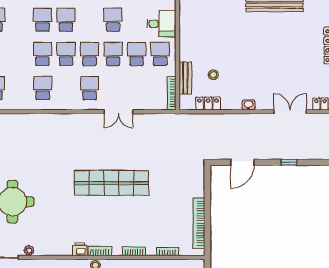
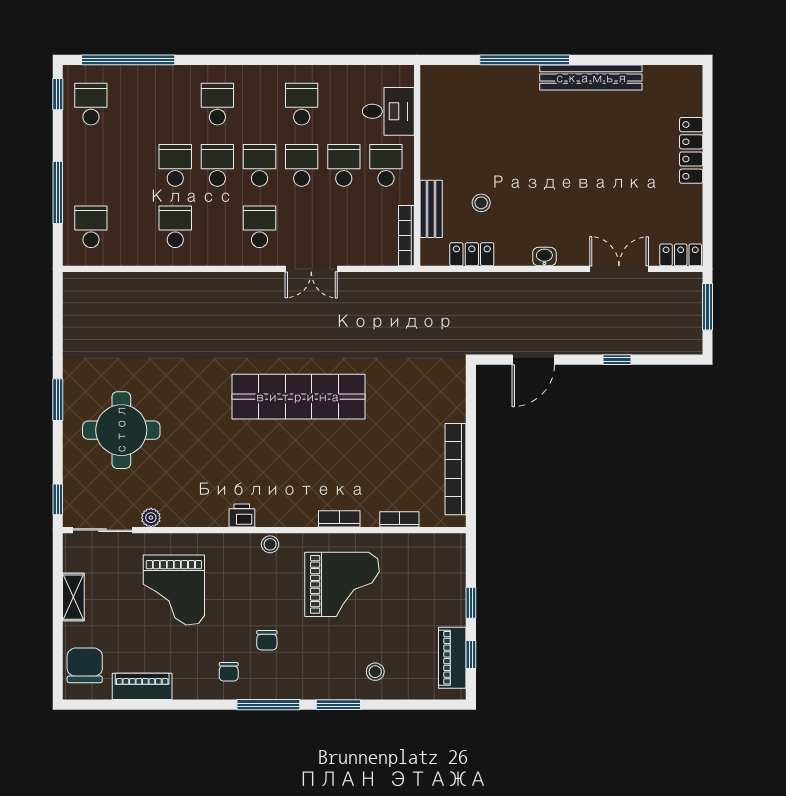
school desk: (43, 20) -> (175, 104), removed
bookcase: (100, 251) -> (278, 519), removed

